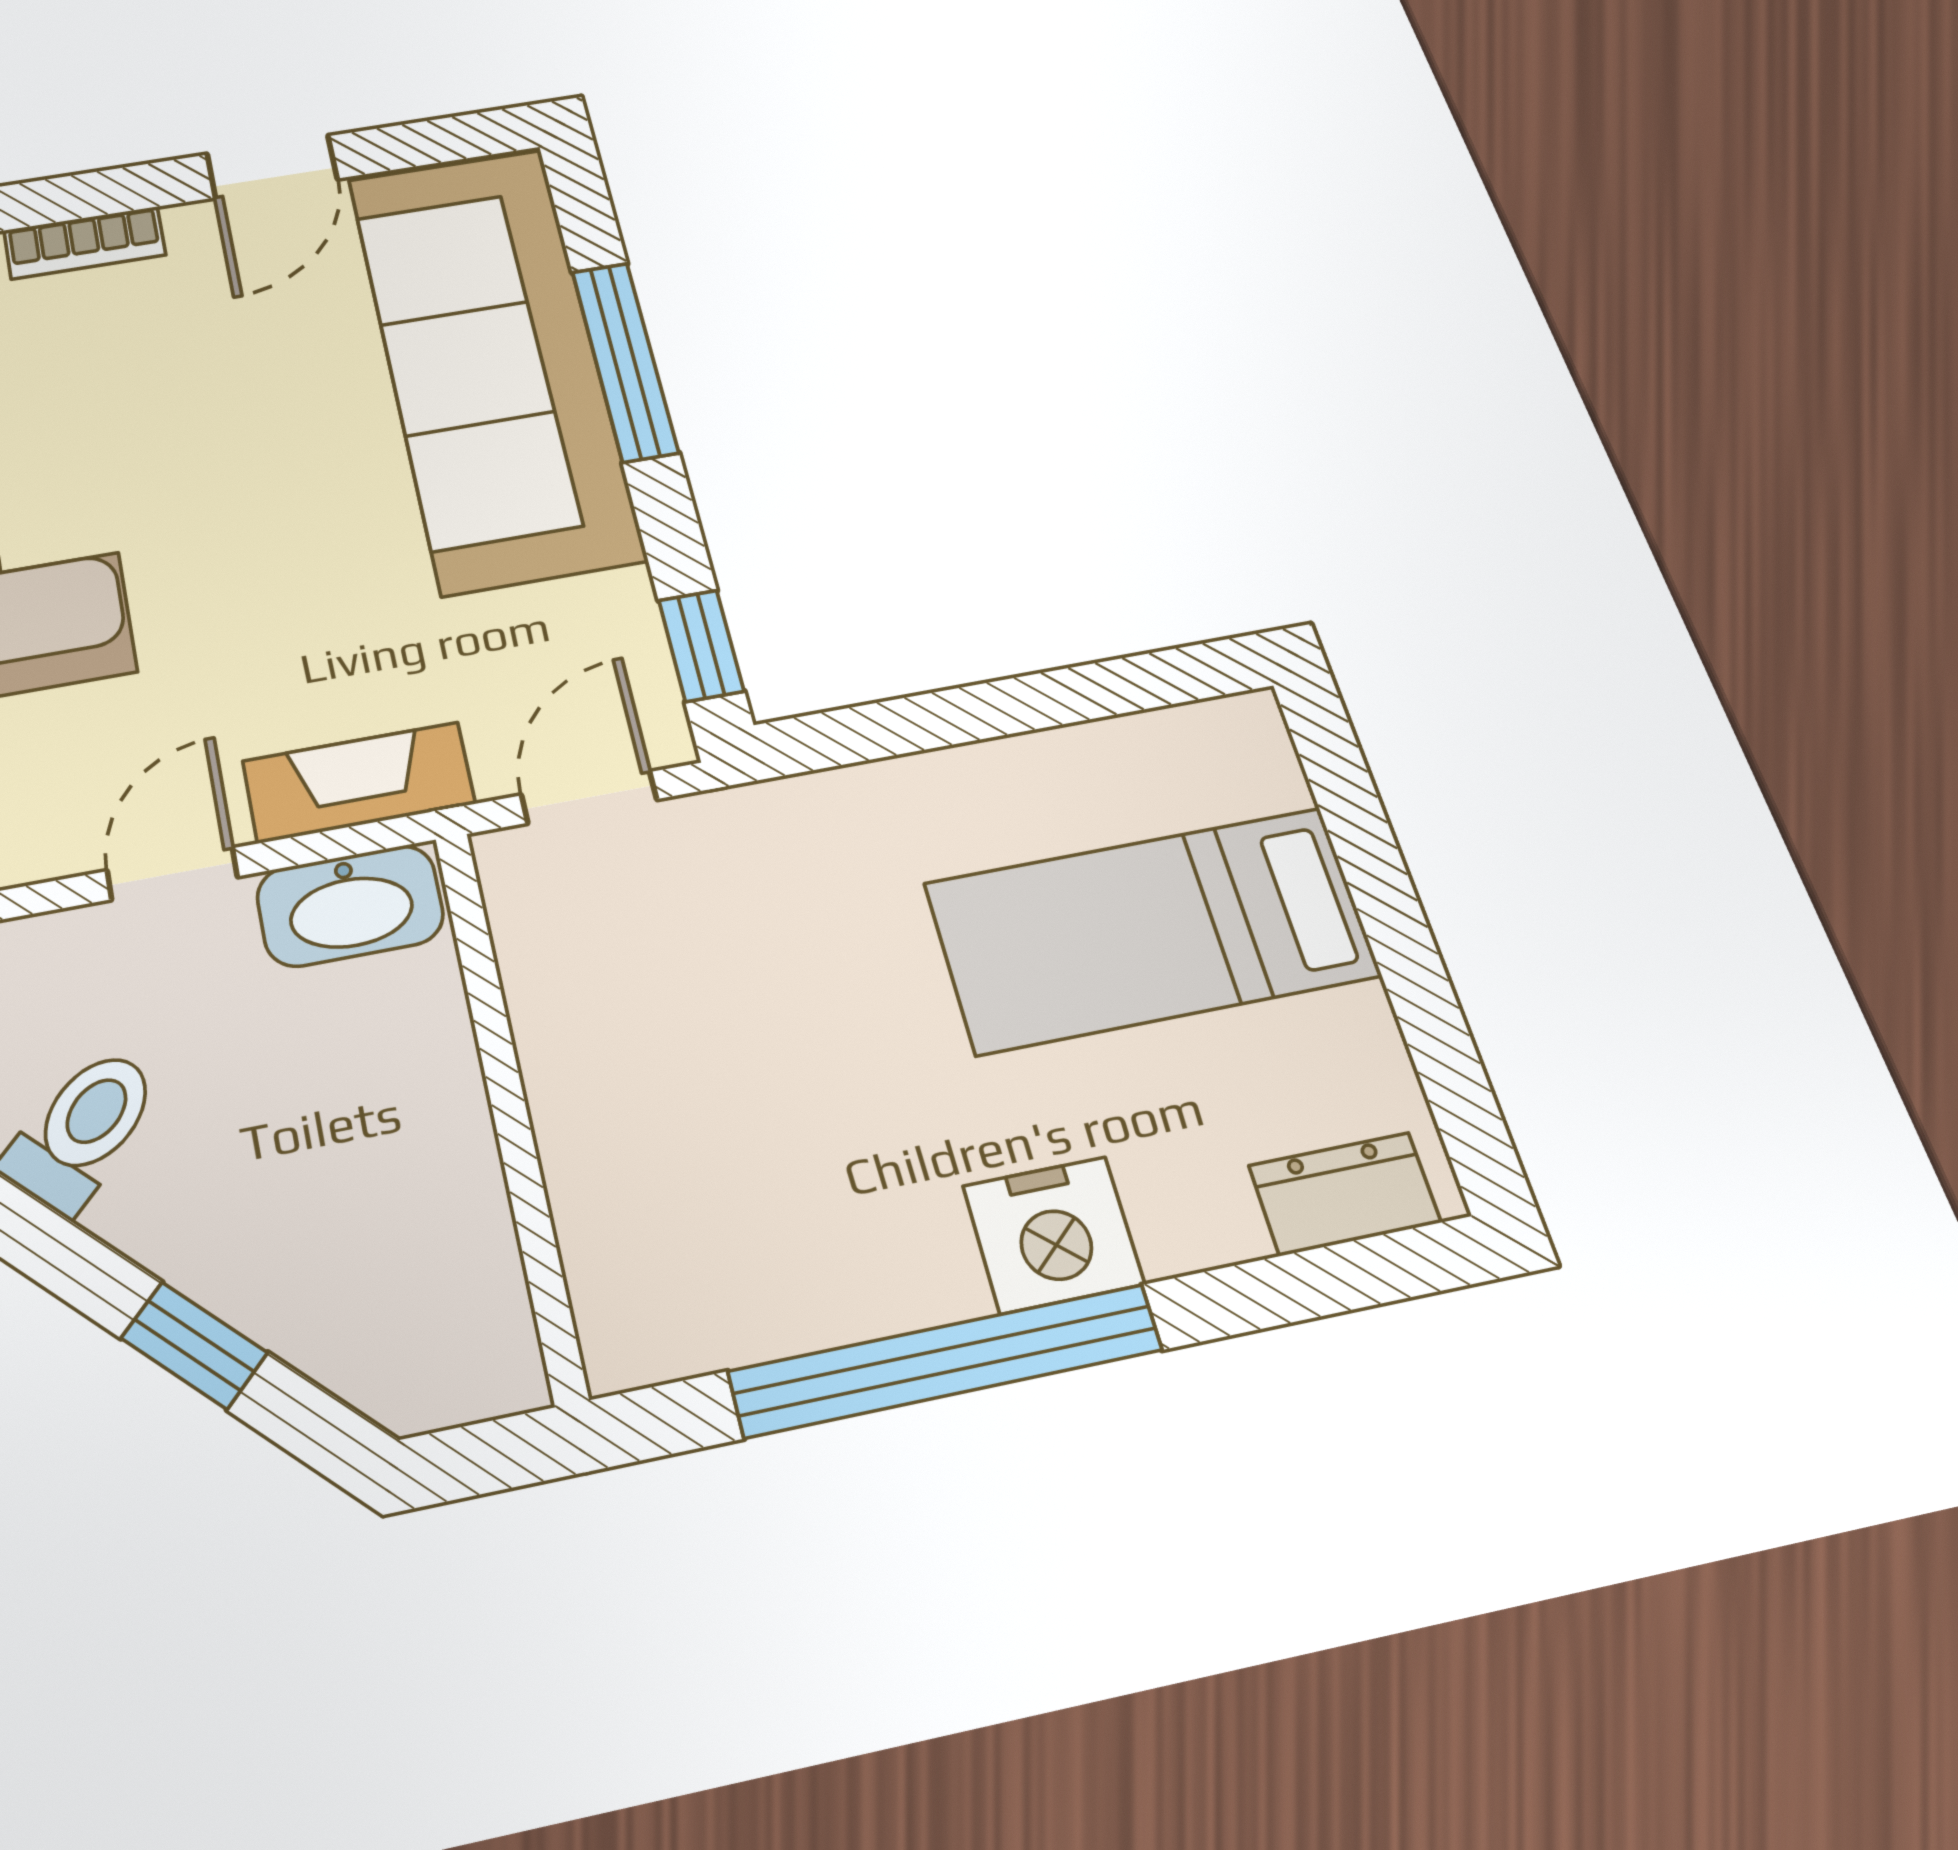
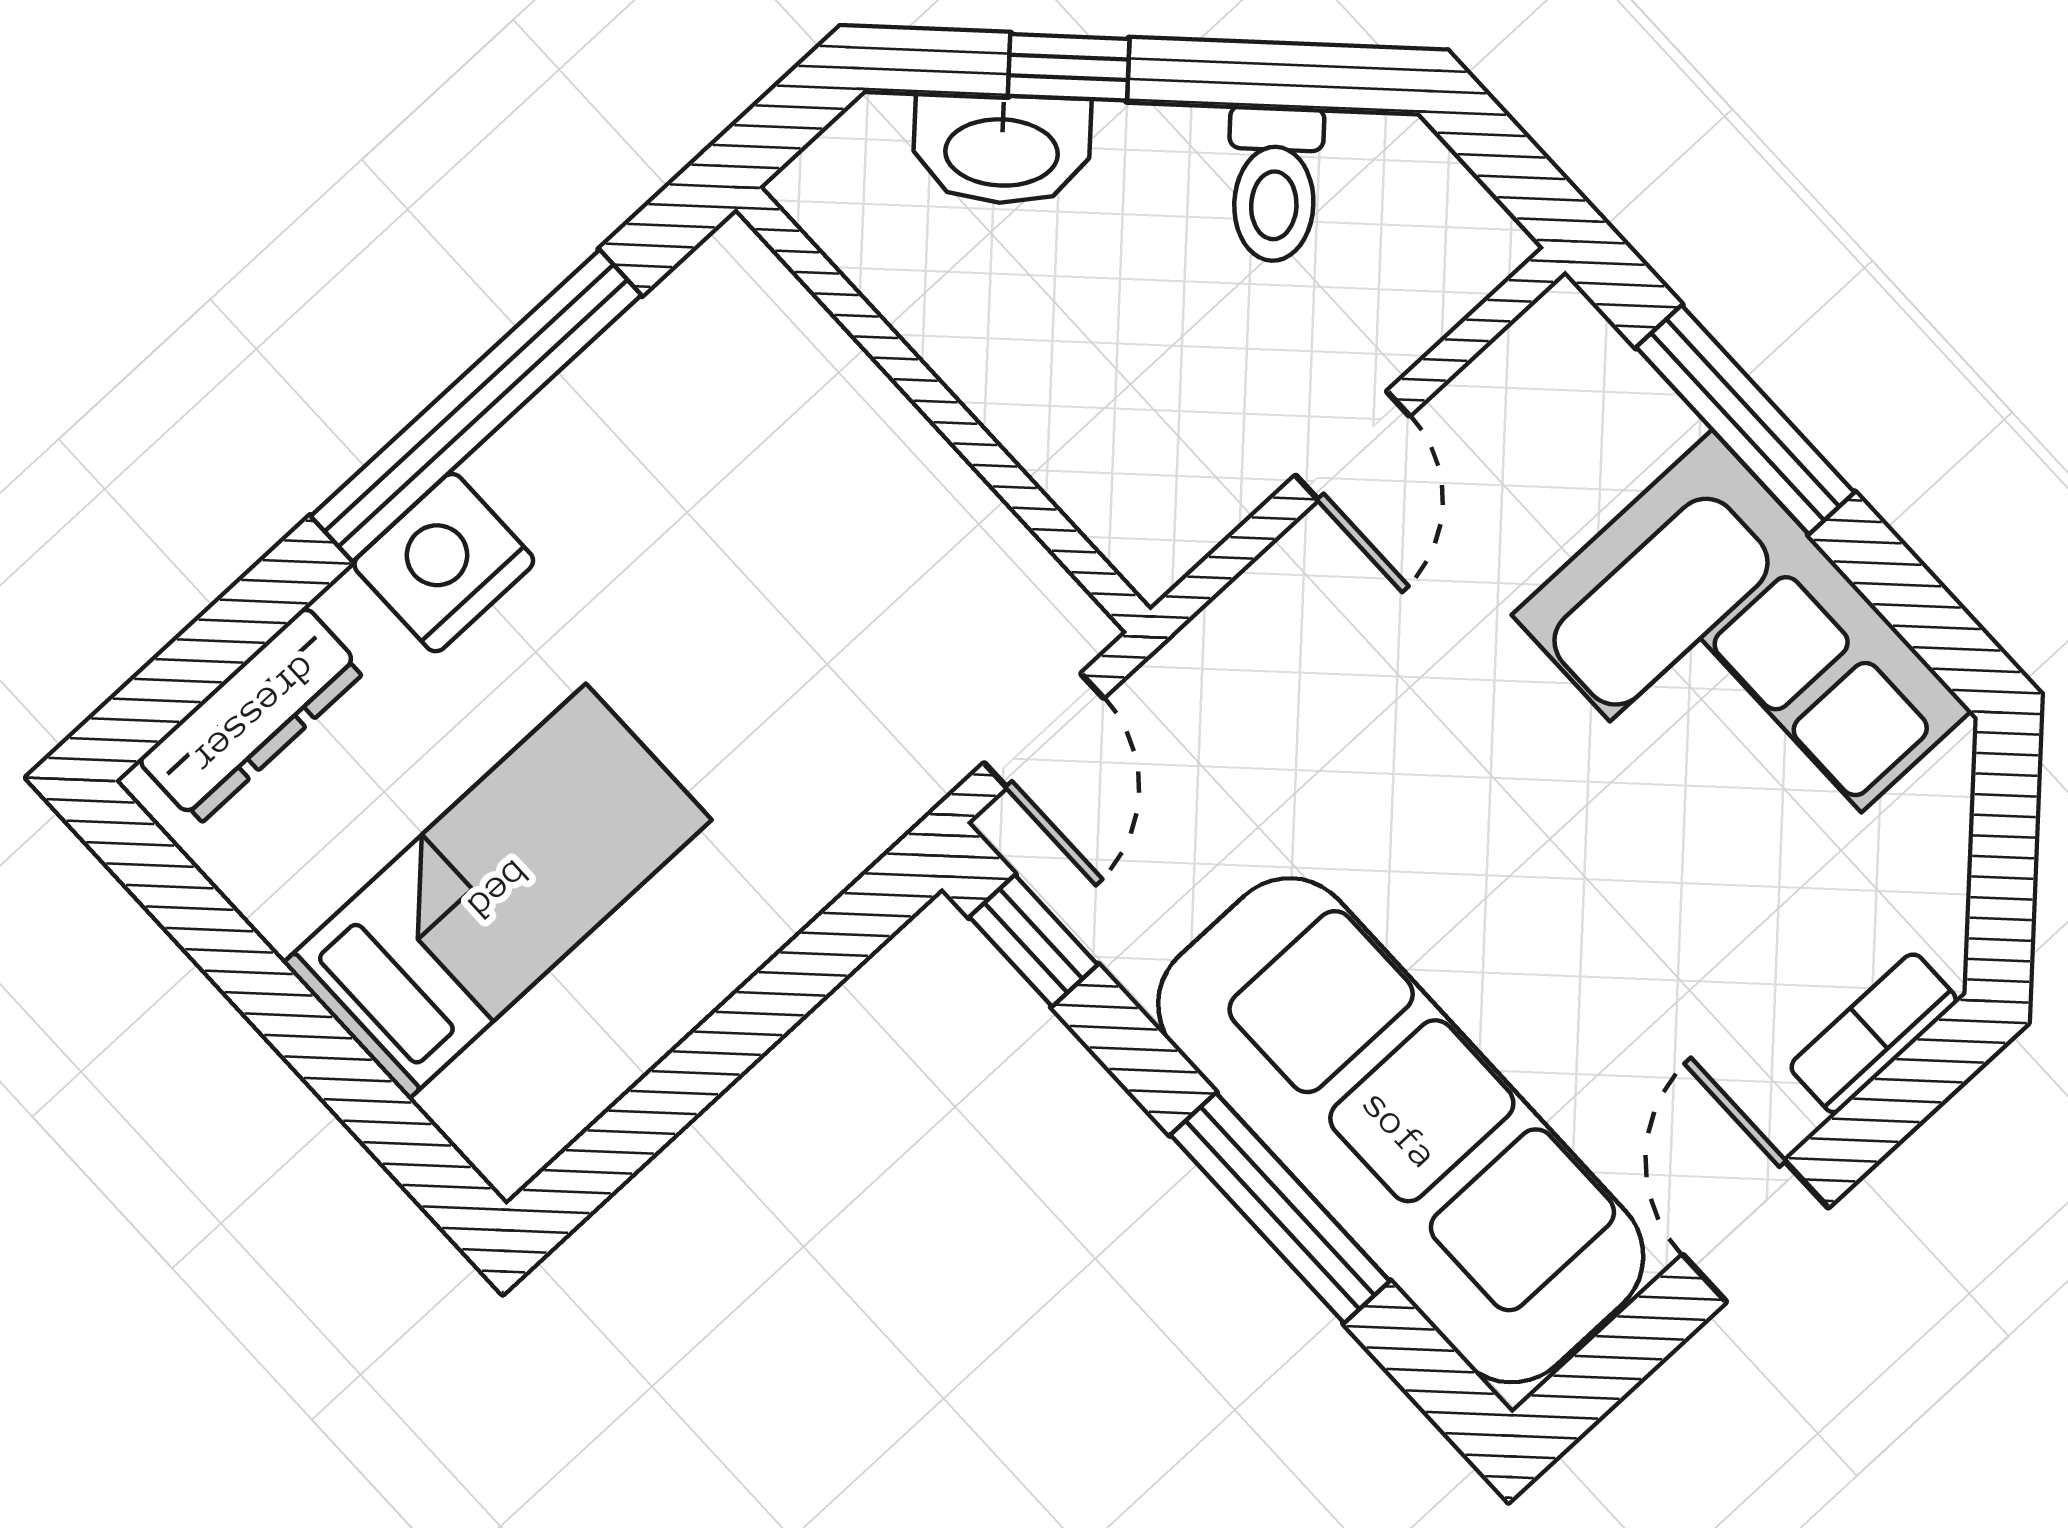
fireplace: (359, 782) -> (1250, 625), removed
washbasin: (350, 906) -> (1002, 149), moved, turned -135
dresser: (1345, 1194) -> (252, 716), width x1.44

